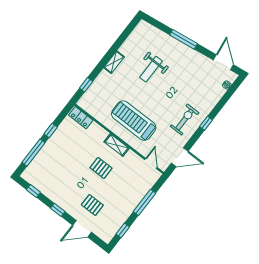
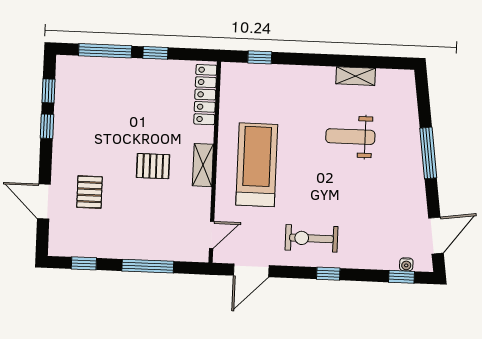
shelving: (114, 62) -> (356, 76), moved
window: (231, 91) -> (401, 277), added
locker: (81, 118) -> (205, 95), width x1.53
exercise bike: (185, 119) -> (312, 238), turned 180
door: (180, 157) -> (251, 270), hinge flipped
pallet: (101, 168) -> (153, 166), turned 90
window: (58, 210) -> (47, 126), moved

